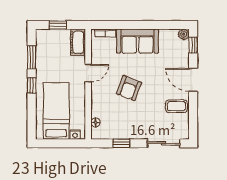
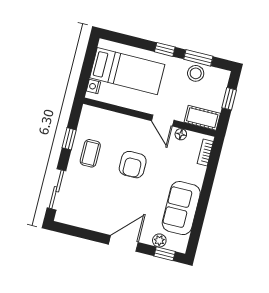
plant: (184, 34) -> (159, 240), moved
sofa: (137, 41) -> (181, 208), moved
stool: (44, 56) -> (196, 73), added
armchair: (129, 88) -> (133, 165), turned -111
coffee table: (176, 106) -> (90, 153), moved
floor lamp: (95, 123) -> (181, 134), moved

